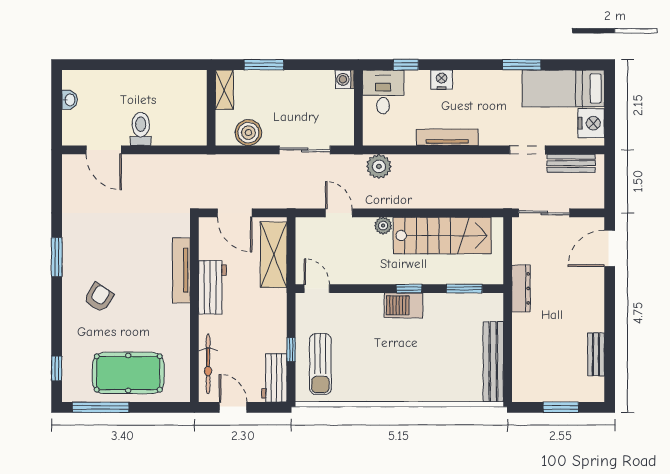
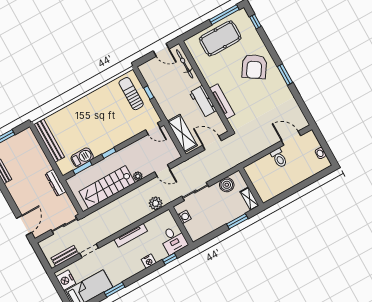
washing machine: (345, 79) -> (184, 217), moved
armchair: (99, 297) -> (254, 67), width x1.88, depth x1.88
barbecue: (404, 305) -> (82, 157), moved
workbench: (274, 378) -> (149, 75), removed

